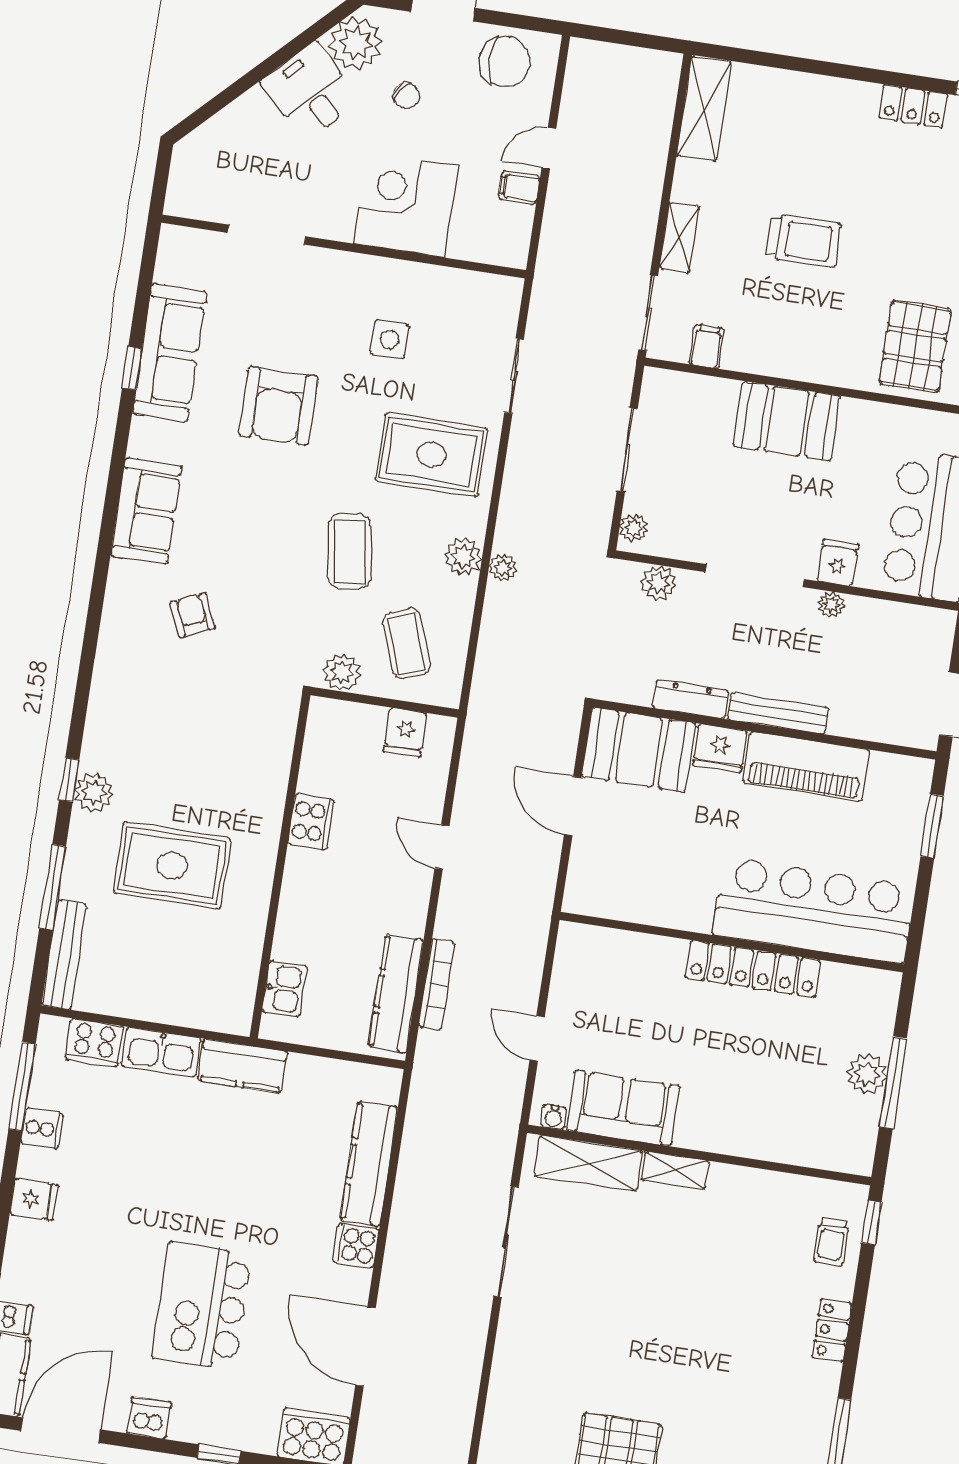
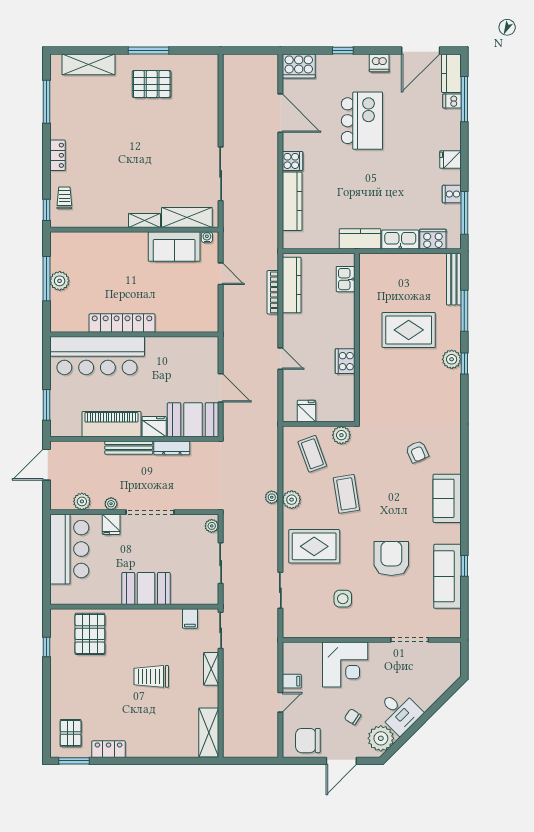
plant: (659, 583) -> (82, 501), moved

